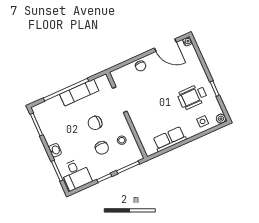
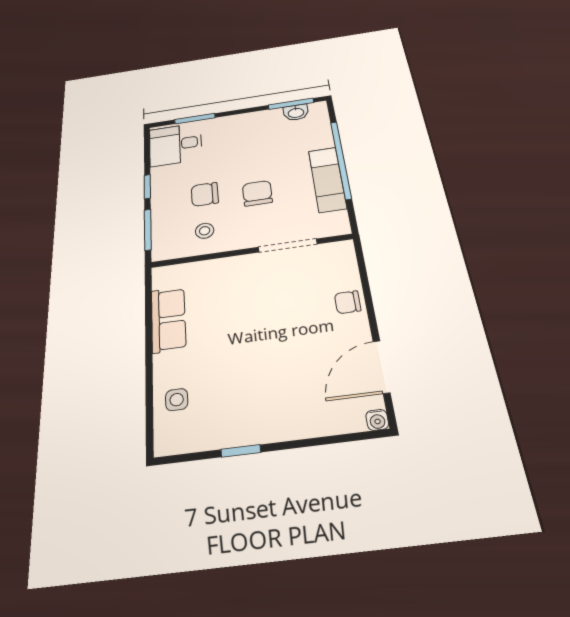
wheelchair: (192, 97) -> (241, 393), removed
plant: (221, 119) -> (166, 444), removed
washbasin: (55, 150) -> (296, 113), moved

